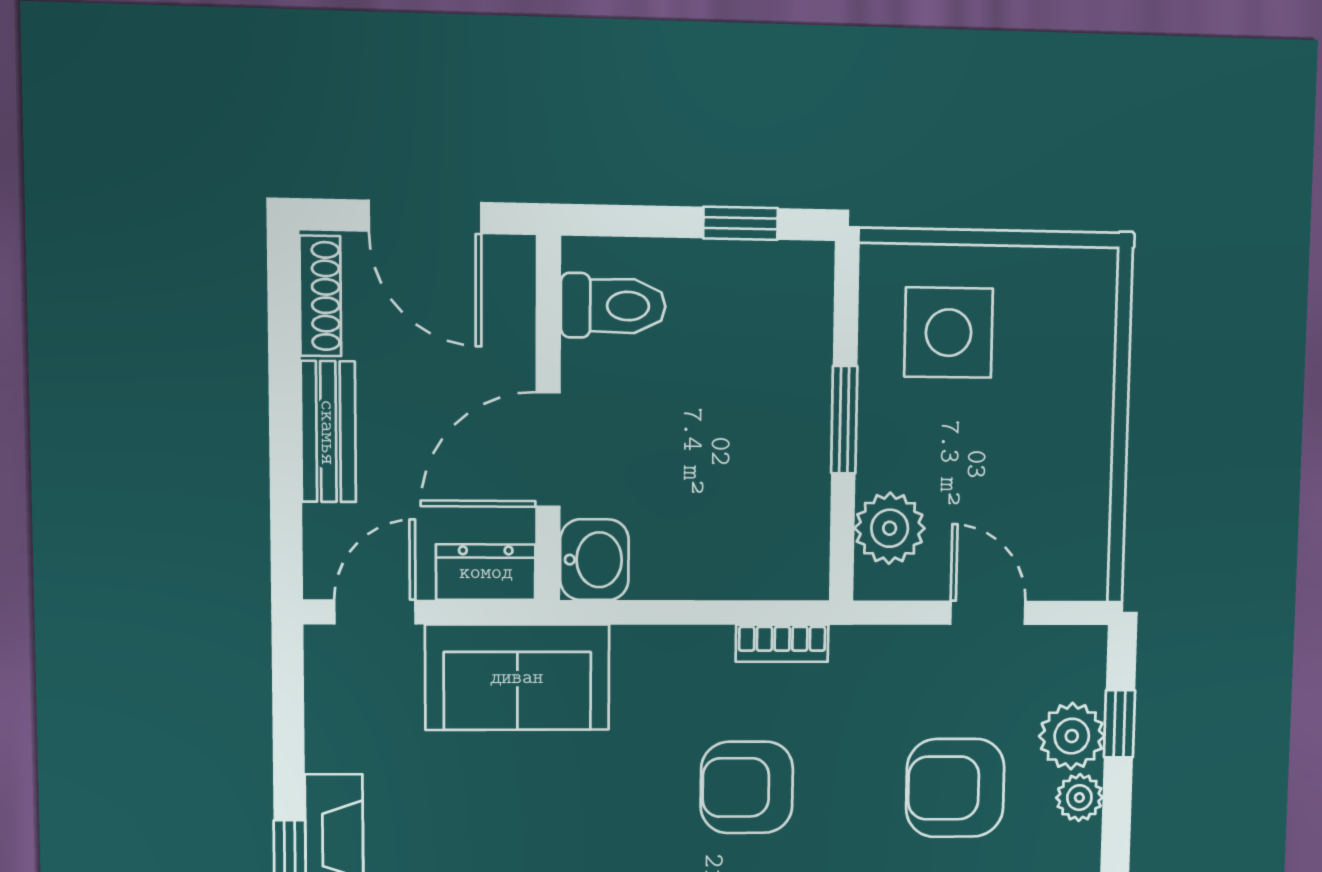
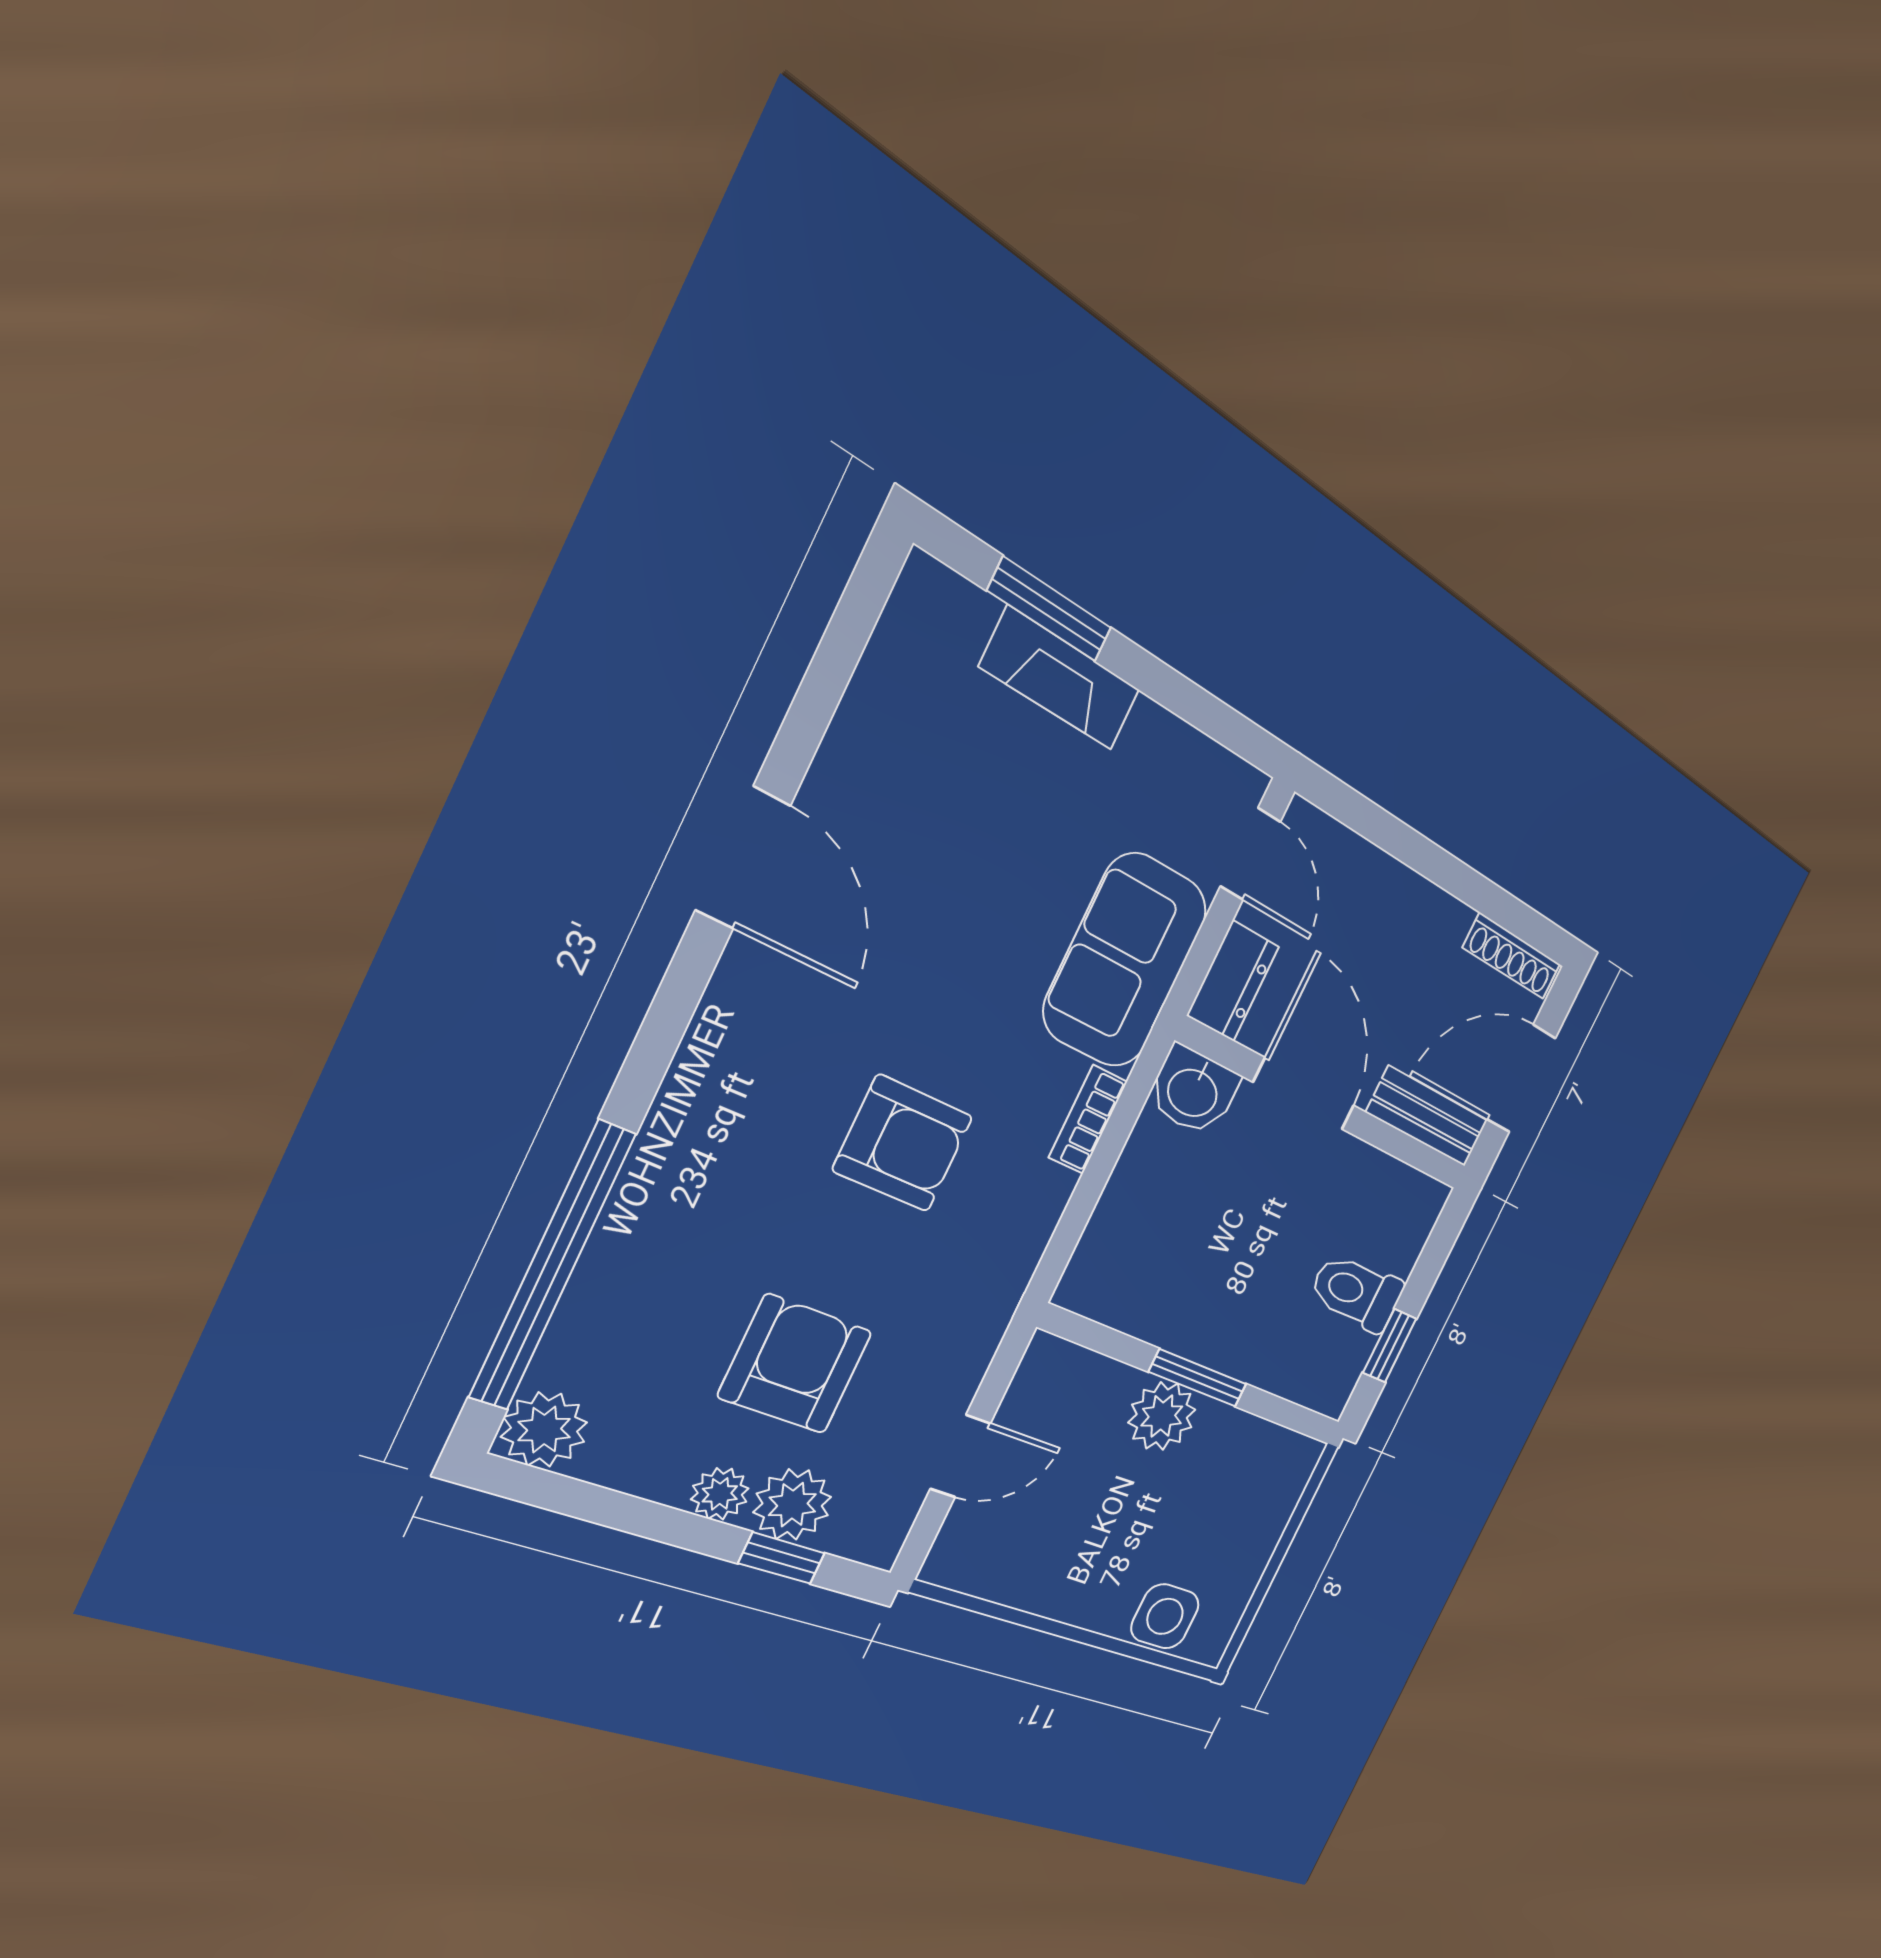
toilet: (613, 306) -> (1356, 1292), moved, turned 90
side table: (949, 333) -> (1165, 1616), moved, width x0.73, depth x0.73
bench: (328, 432) -> (1427, 1117), moved
plant: (890, 528) -> (1162, 1416), moved
bookcase: (782, 643) -> (1088, 1119), moved
armchair: (747, 787) -> (903, 1143), turned 90

